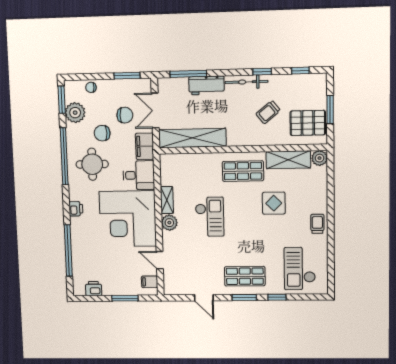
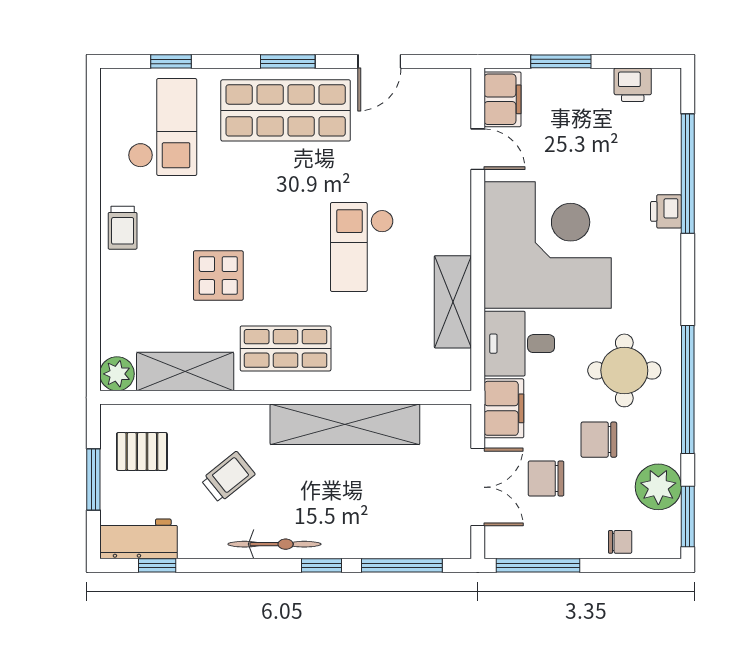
window: (262, 72) -> (322, 565), moved
window: (127, 76) -> (538, 565), width x1.44
workbench: (206, 85) -> (139, 539), moved
pallet: (308, 123) -> (142, 451), width x0.67, depth x0.71
chair: (102, 133) -> (599, 440), turned 180
shelving: (192, 138) -> (345, 424), moved
shelving: (167, 200) -> (453, 302), width x1.50, depth x1.33
printer: (76, 209) -> (666, 211), moved
plant: (169, 223) -> (453, 235), removed
shop shelf: (245, 276) -> (286, 110), width x1.43, depth x1.36
filing cabinet: (150, 282) -> (503, 99), width x2.00
window: (277, 297) -> (171, 61), moved
door: (204, 298) -> (379, 61), swing flipped

